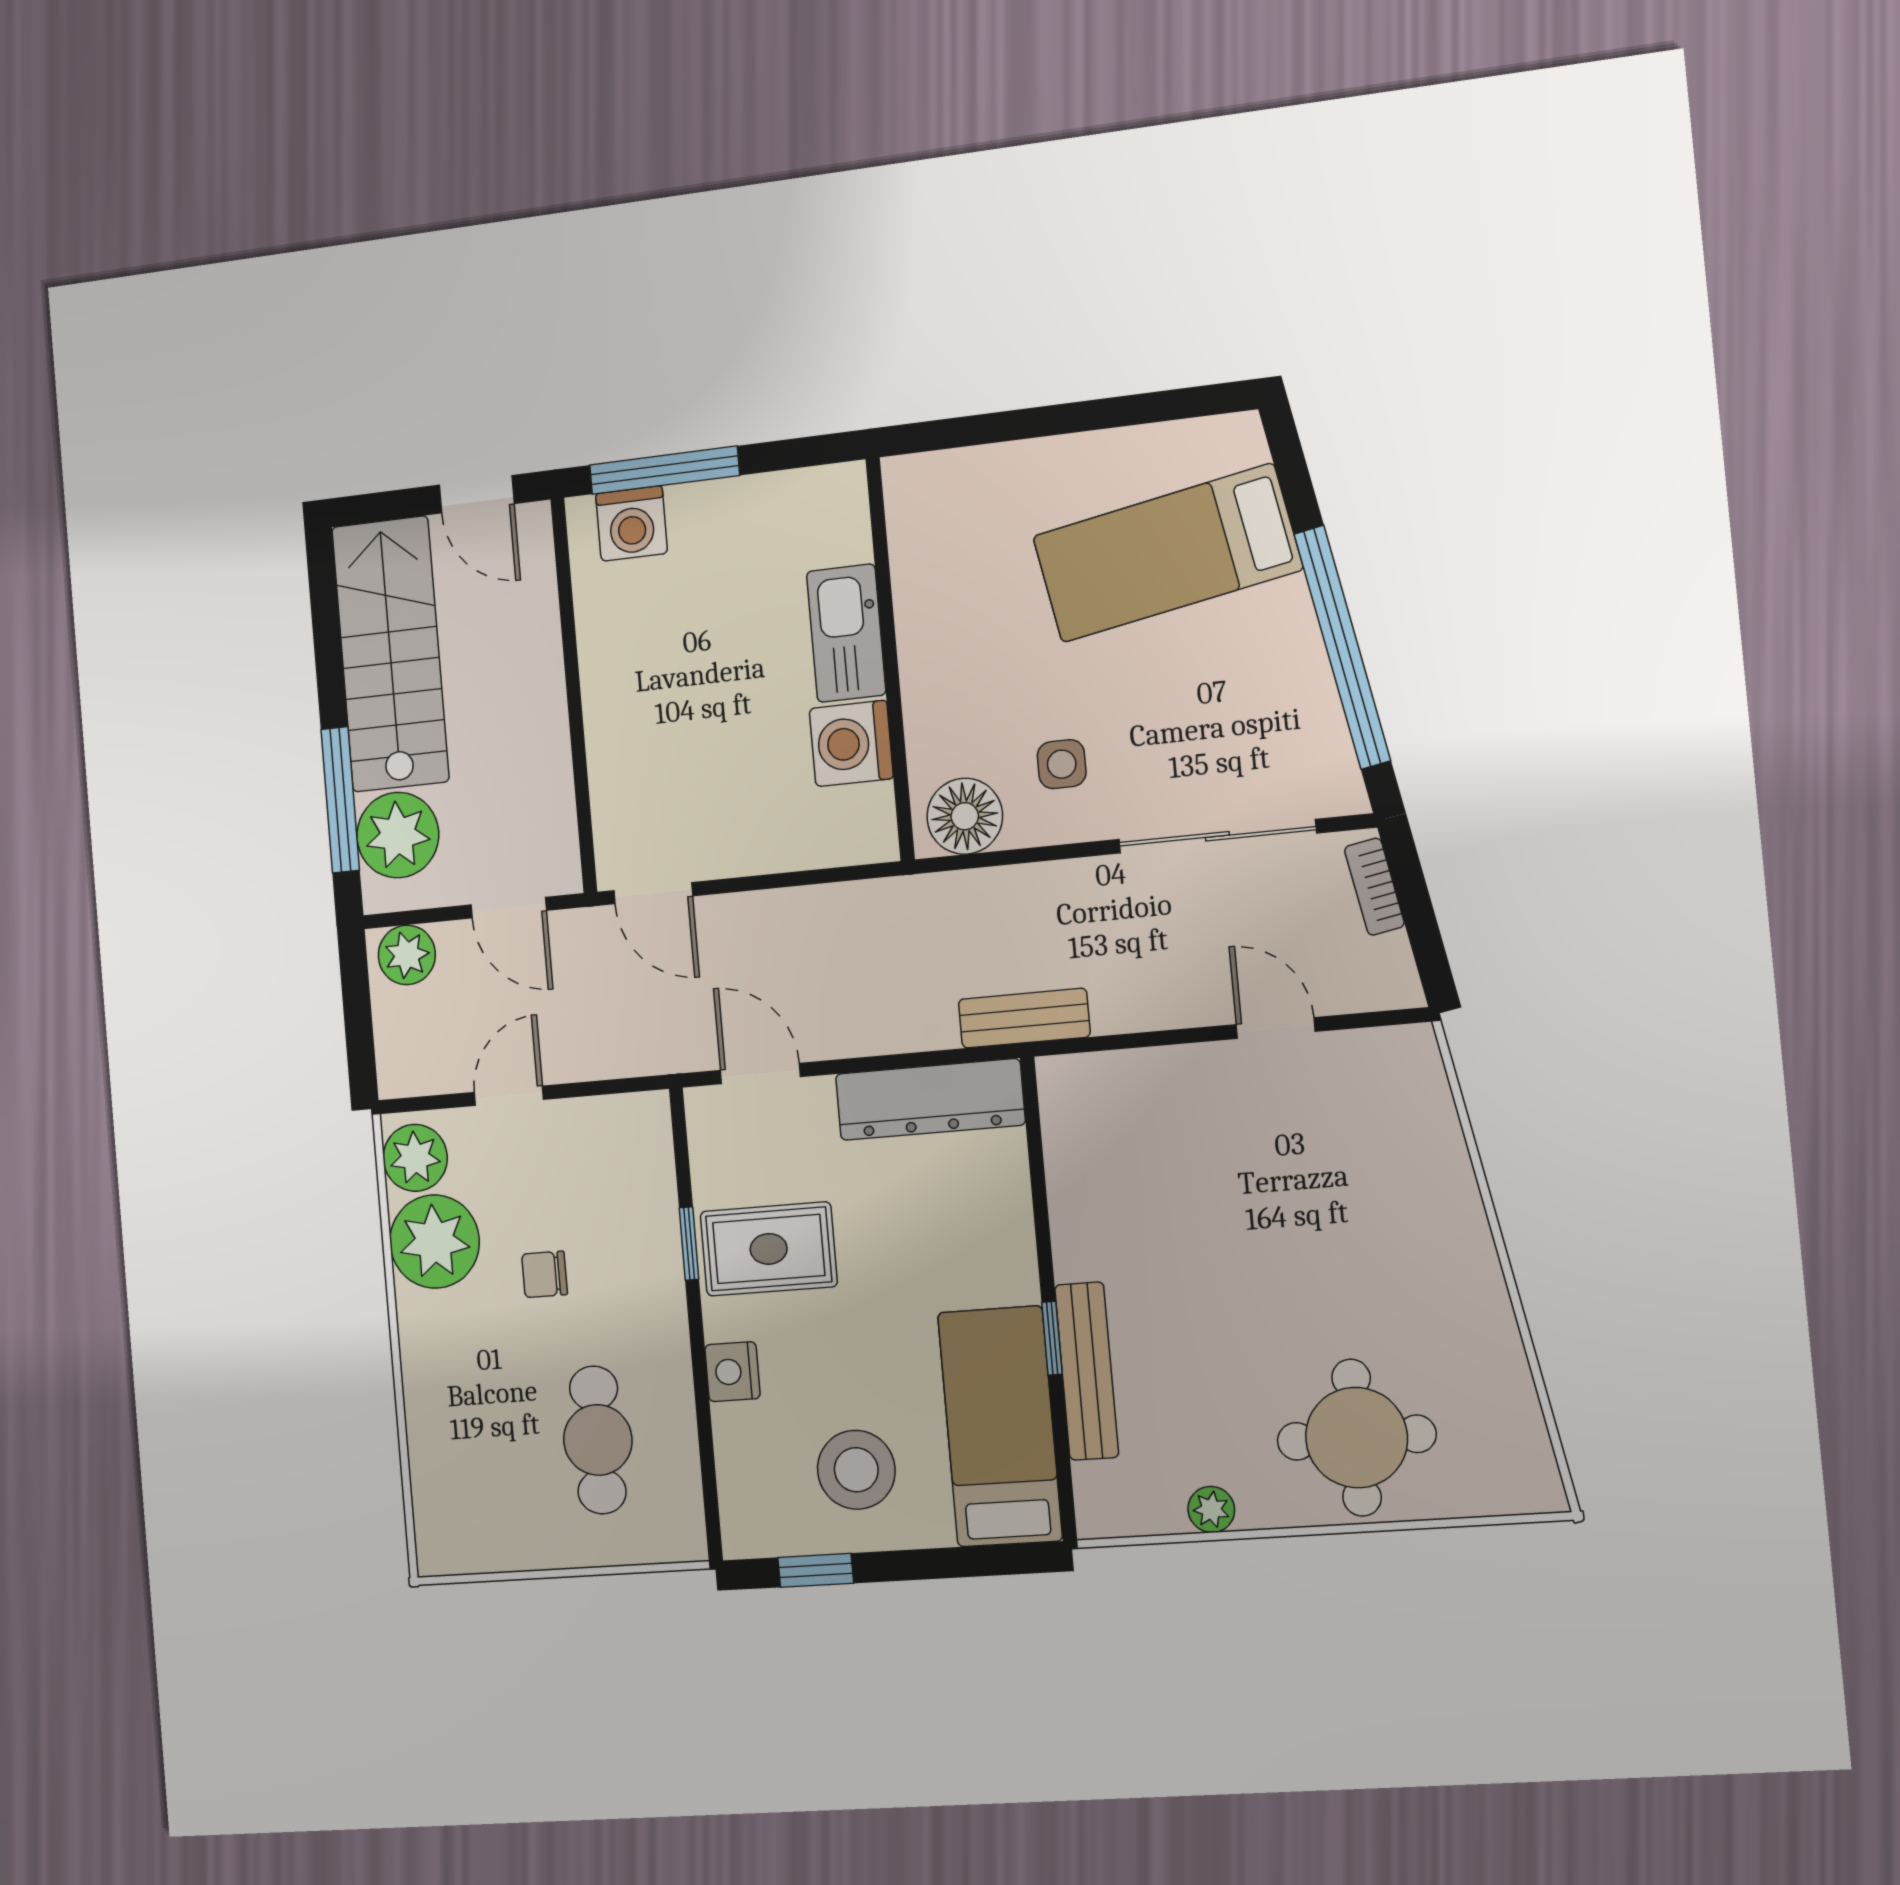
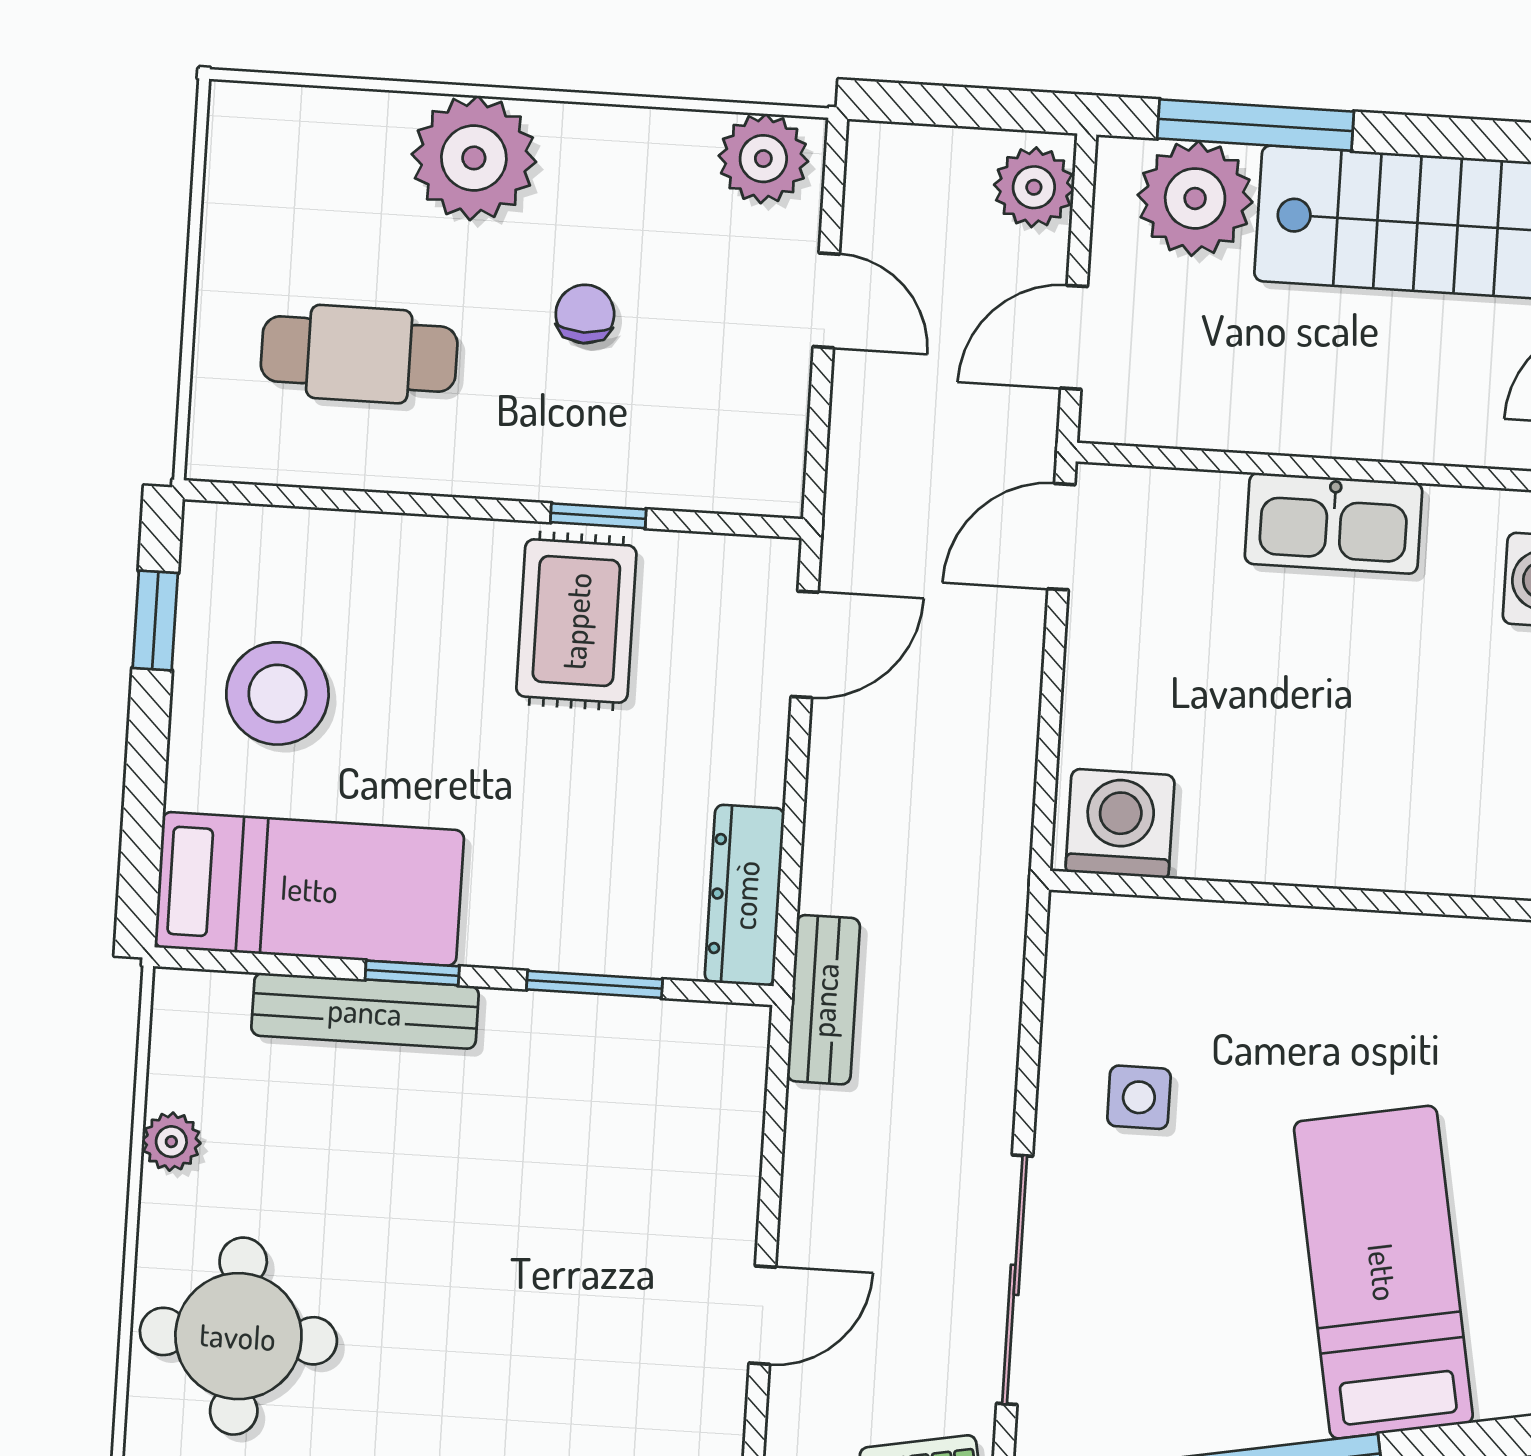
kitchen sink: (846, 633) -> (1334, 523), moved, turned 180
washing machine: (851, 743) -> (1120, 823), moved
floor lamp: (965, 816) -> (1093, 963), removed
dresser: (930, 1099) -> (745, 895), width x0.73, depth x0.80
window: (1039, 1196) -> (595, 984), added
plant: (435, 1242) -> (474, 158), moved
nightstand: (732, 1372) -> (424, 549), removed

